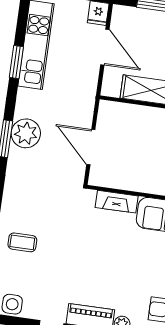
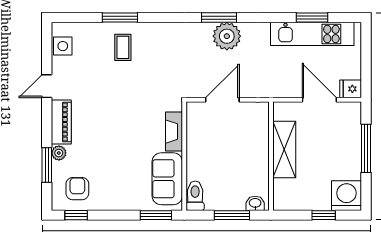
door: (105, 47) -> (319, 100), swing flipped
window: (16, 62) -> (312, 18), moved

